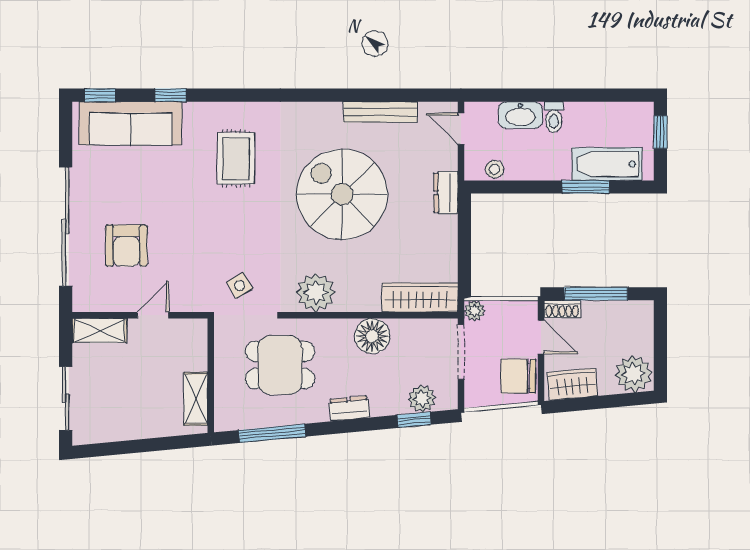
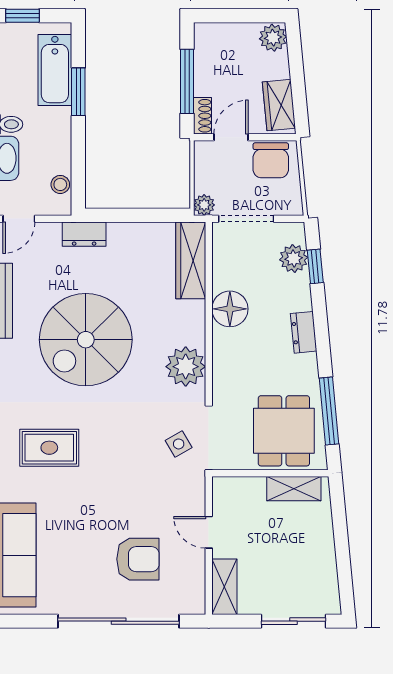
dining table: (280, 365) -> (284, 431), moved
plant: (633, 374) -> (273, 38), width x0.73, depth x0.73

